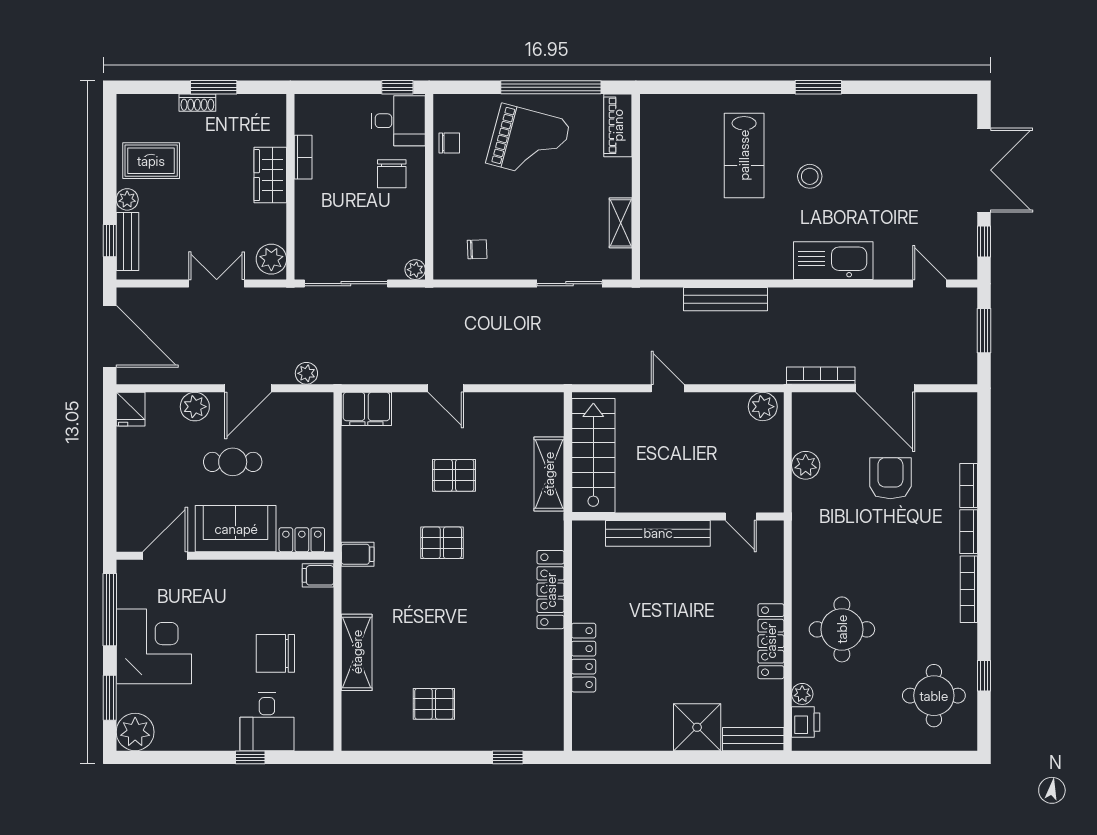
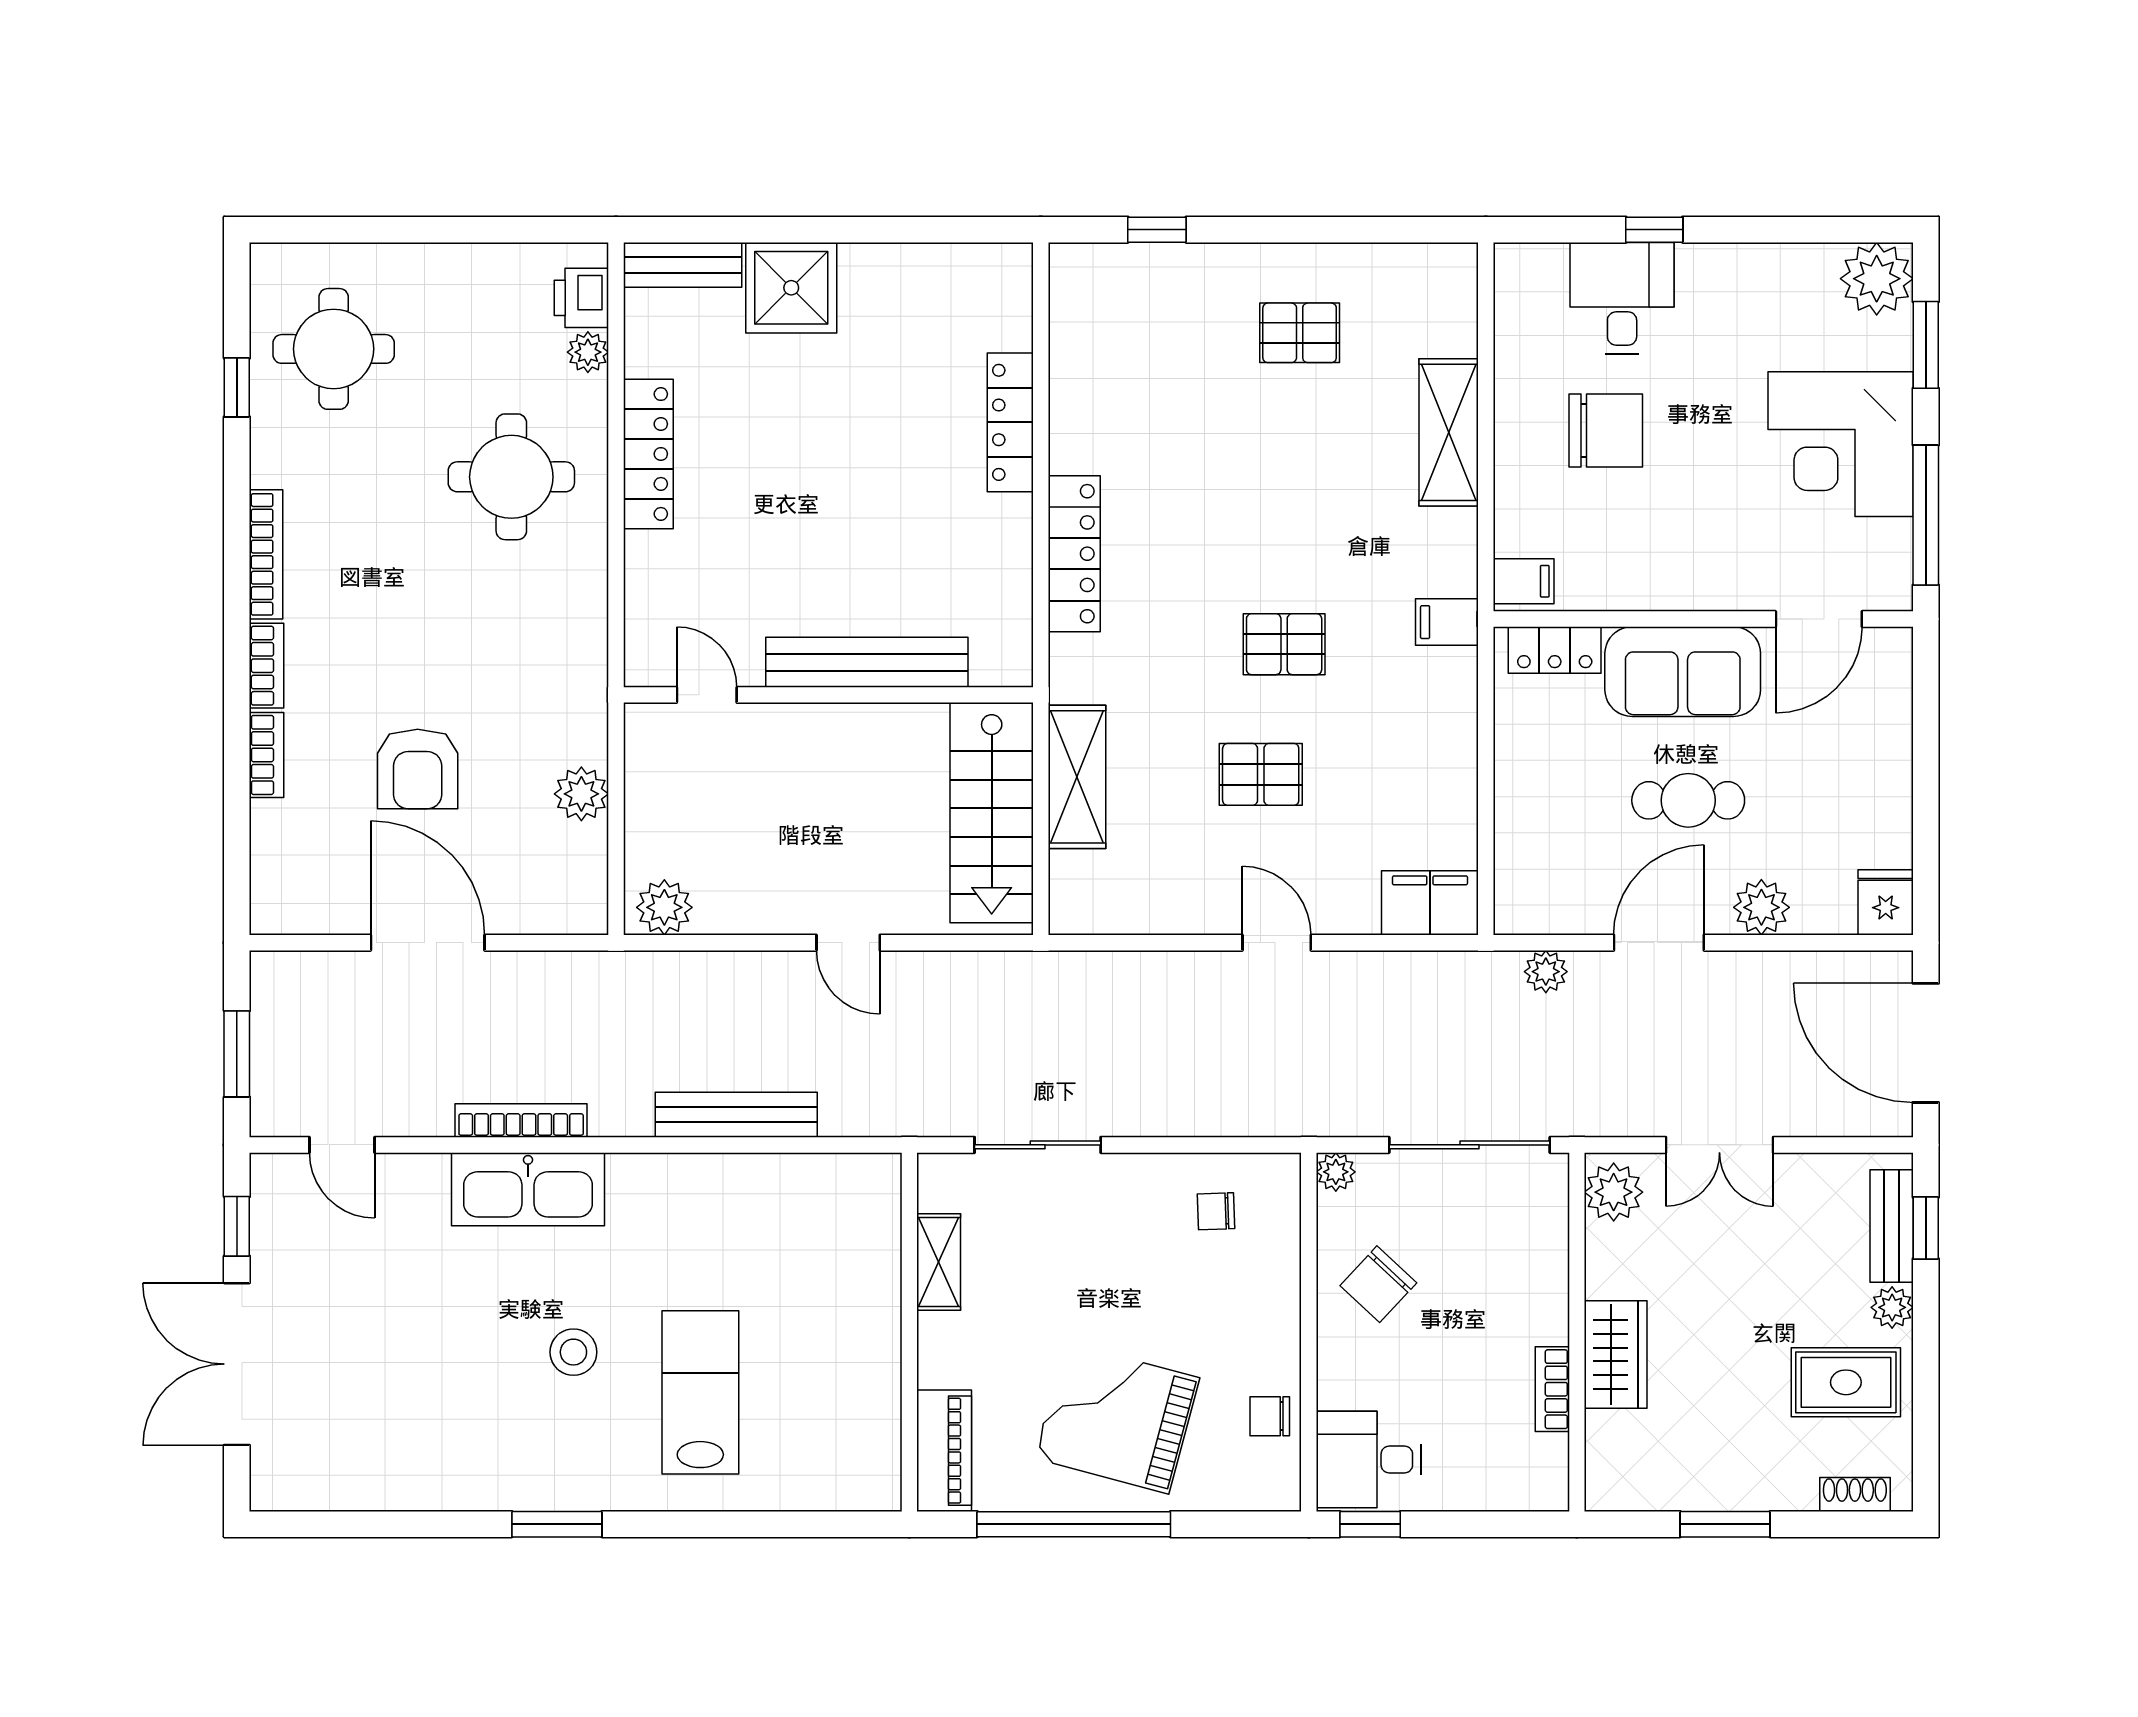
shoe rack: (197, 103) -> (1855, 1494), moved
chair: (392, 174) -> (1378, 1284), moved, turned -137
bookcase: (821, 376) -> (521, 1120), moved, turned 180

